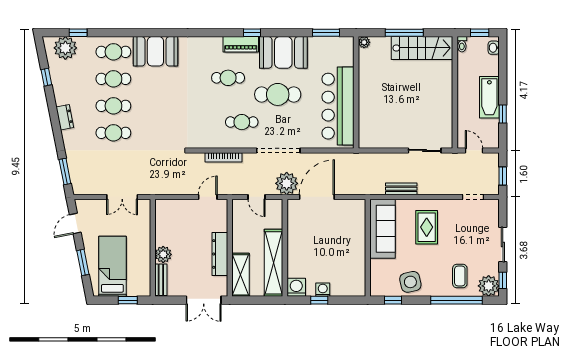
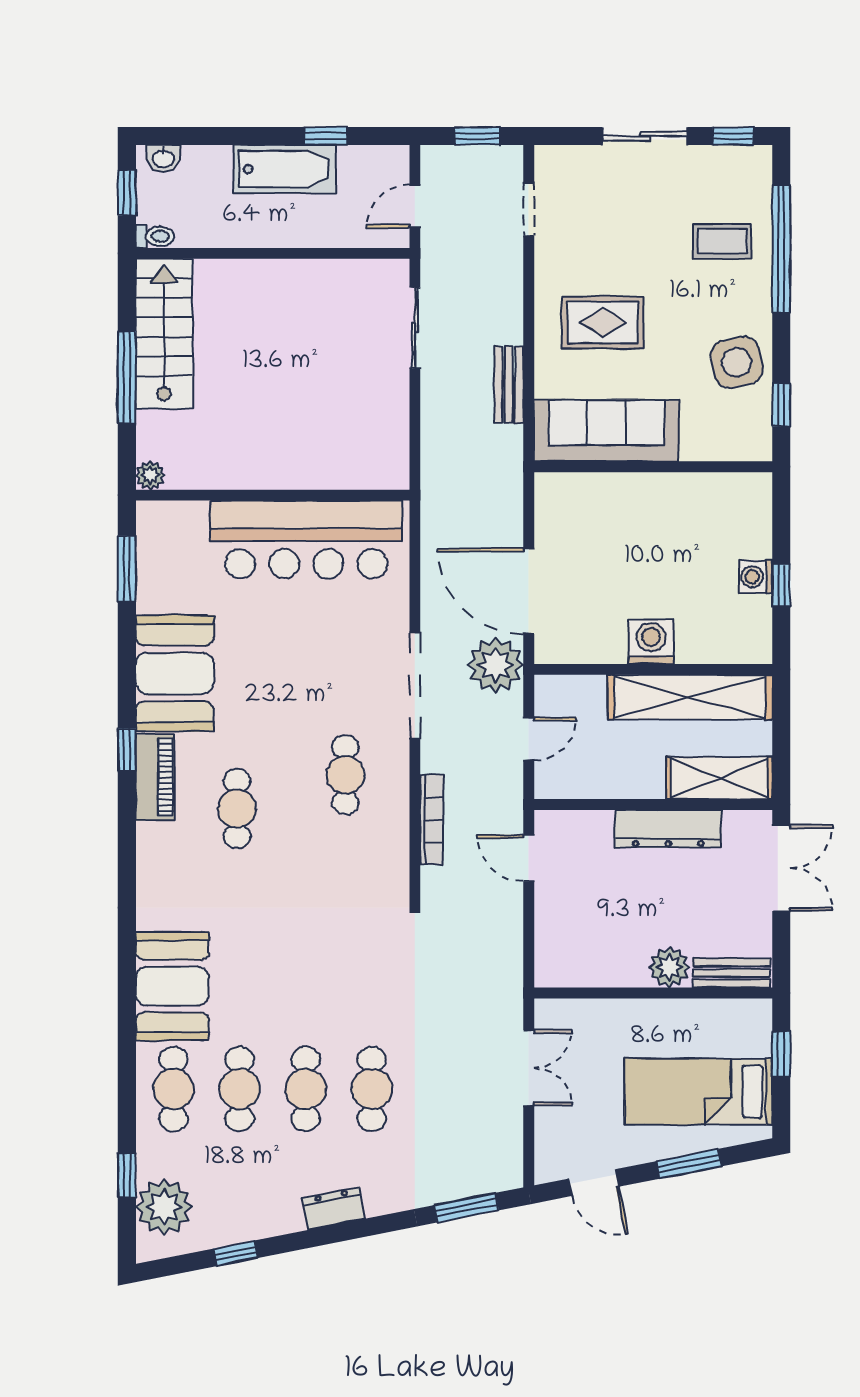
cafe table: (278, 94) -> (278, 687), removed
plant: (489, 286) -> (746, 171), removed
washing machine: (296, 287) -> (651, 642), moved, turned 90

